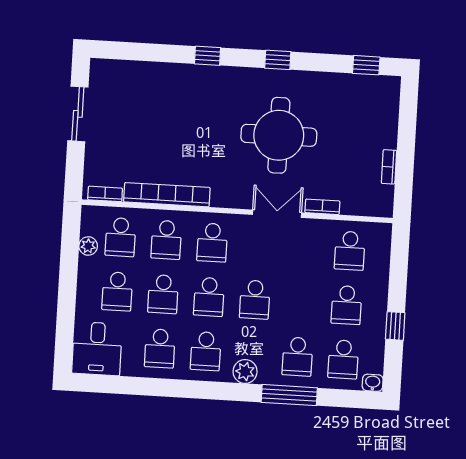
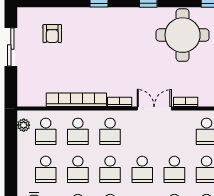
armchair: (138, 98) -> (52, 34), added
round table: (279, 135) -> (183, 35), moved
bookcase: (105, 194) -> (120, 102), moved
plant: (88, 246) -> (24, 125), moved
school desk: (301, 302) -> (174, 169), added

